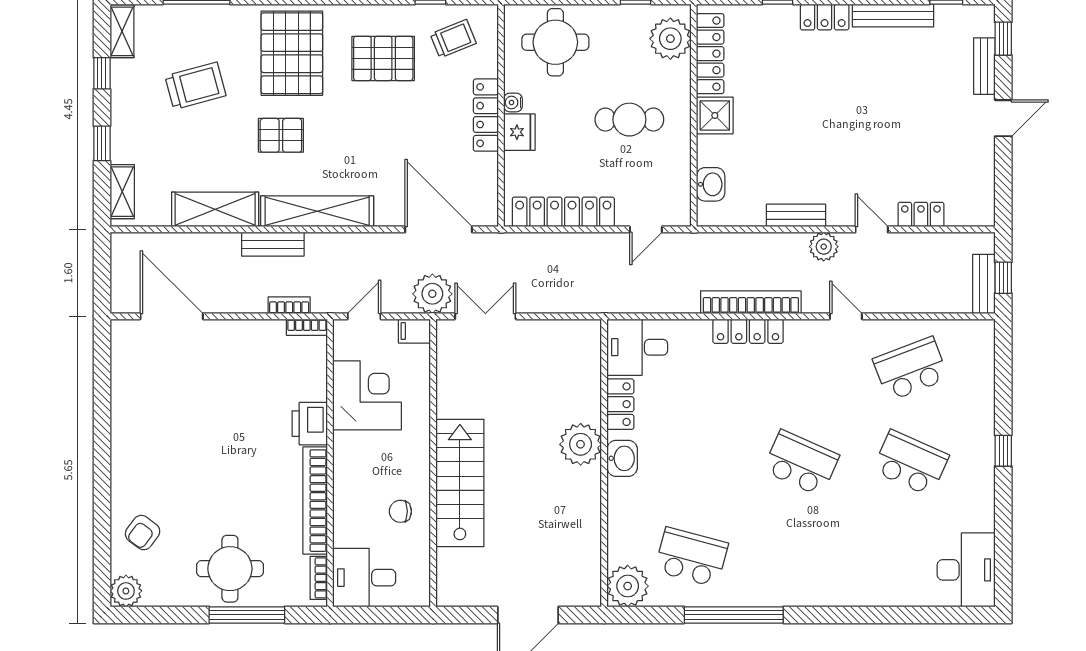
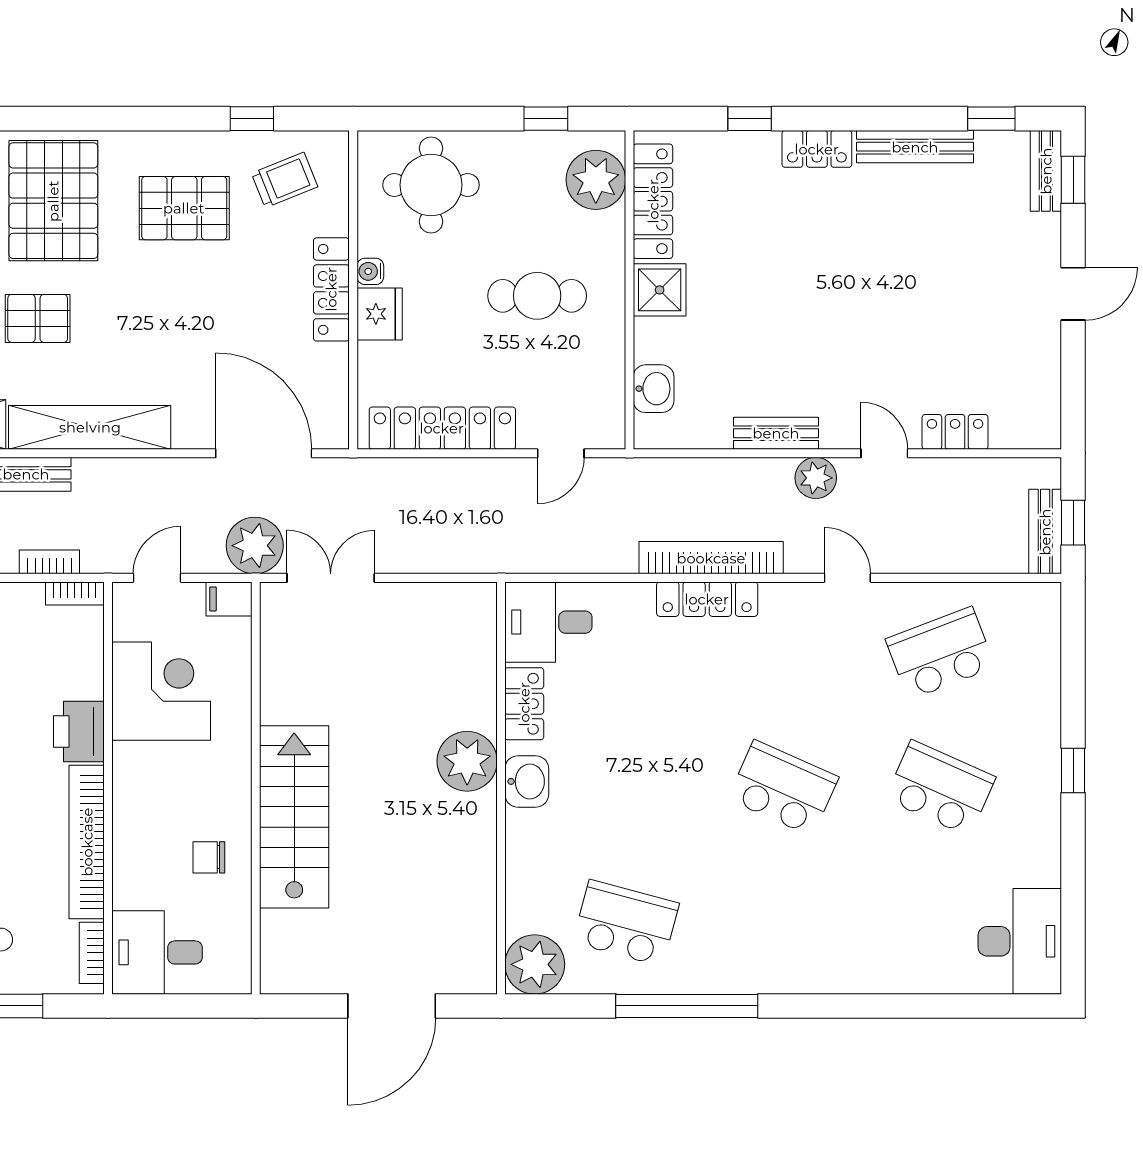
bench: (984, 66) -> (1046, 171), moved

